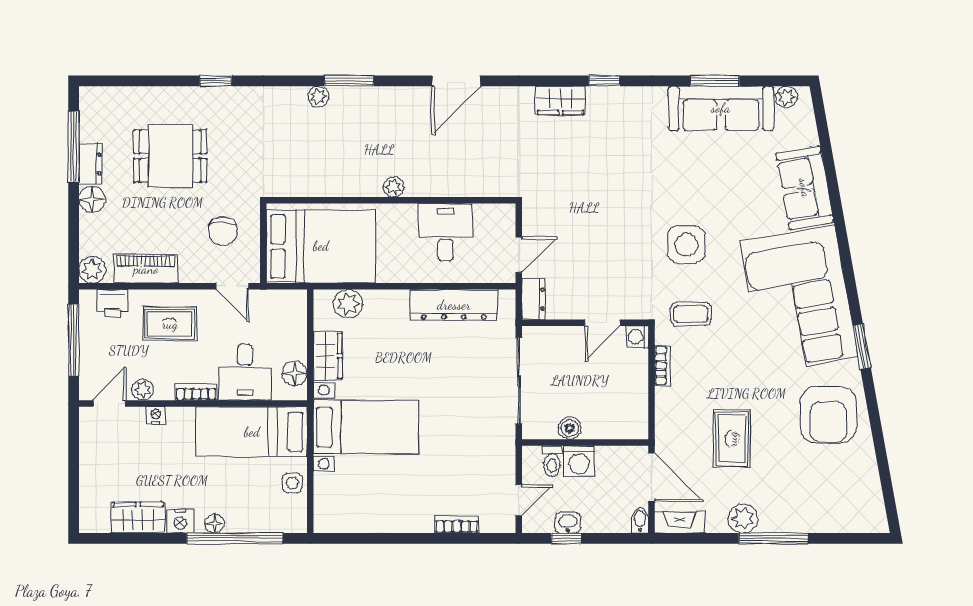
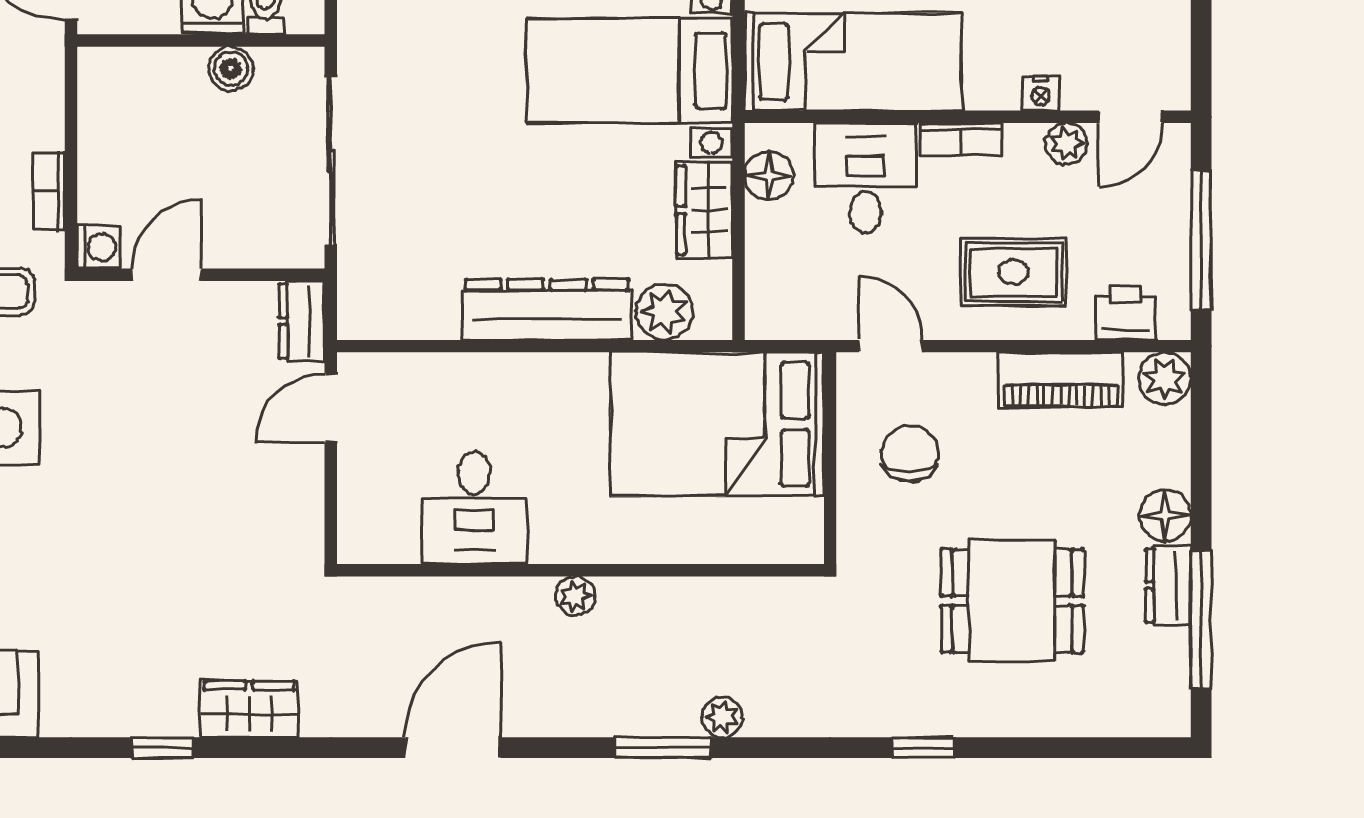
plant: (394, 187) -> (575, 596), moved
wall: (391, 200) -> (580, 570), moved
desk: (445, 232) -> (474, 508), moved
dresser: (454, 305) -> (547, 310), moved

